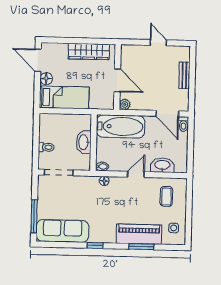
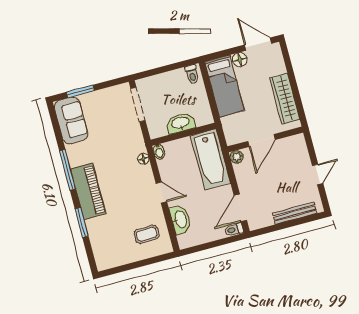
door: (38, 60) -> (258, 44), hinge flipped
bench: (184, 75) -> (295, 213), width x1.36
toilet: (46, 147) -> (192, 74), moved
window: (34, 216) -> (80, 91), width x0.69
side table: (174, 228) -> (113, 253), removed
sofa: (63, 231) -> (71, 120), width x0.73
piano: (139, 234) -> (88, 191), moved
window: (95, 245) -> (68, 170), width x2.17

